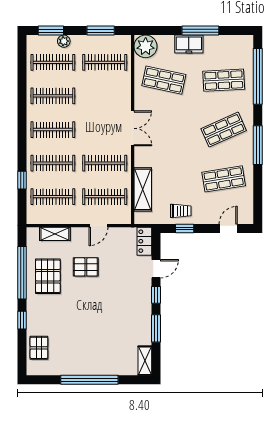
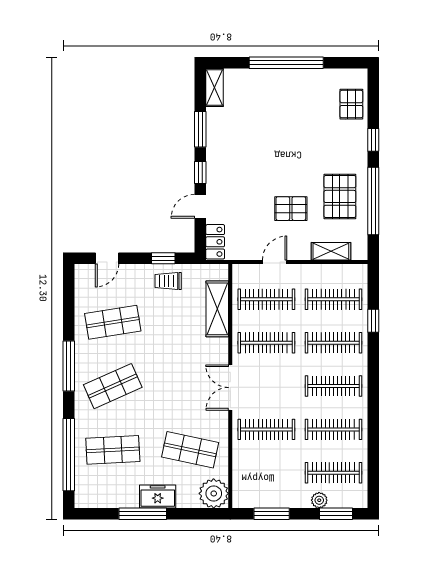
clothes rail: (105, 62) -> (266, 429), moved

